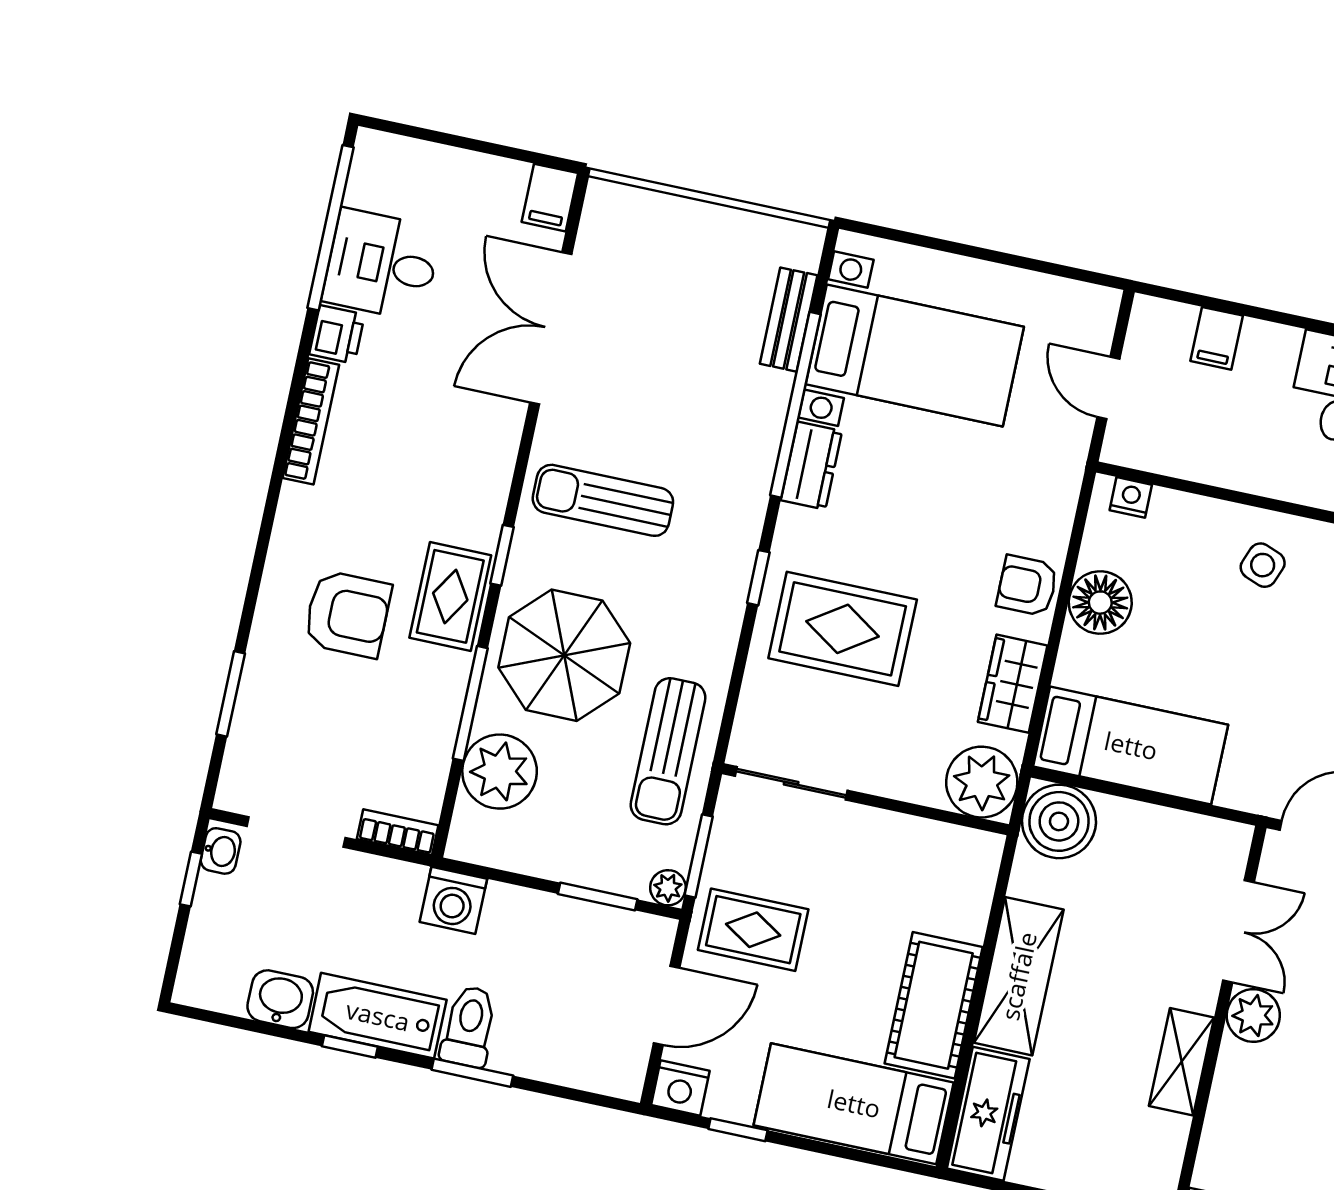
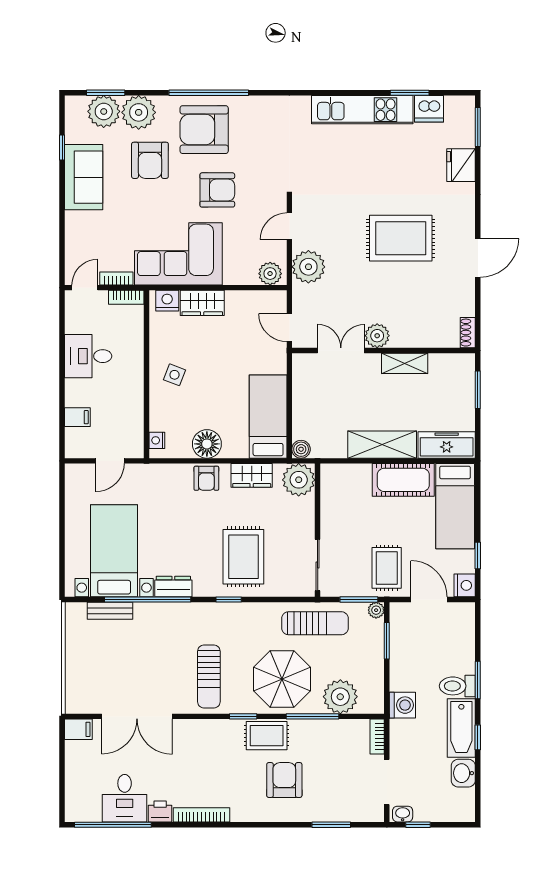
boiler: (1059, 821) -> (301, 449), width x0.54, depth x0.54

